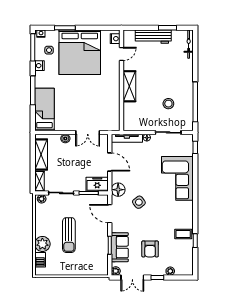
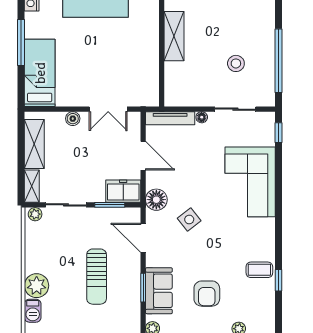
sun lounger: (69, 235) -> (97, 277), moved

